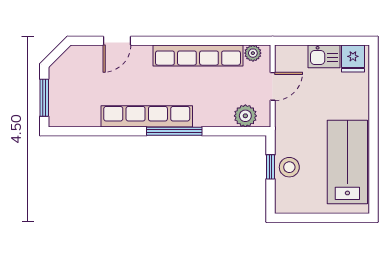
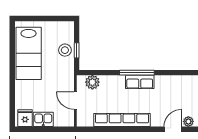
plant: (253, 53) -> (188, 121), moved
door: (273, 86) -> (75, 101), hinge flipped
row of seats: (147, 116) -> (140, 82), width x0.50

